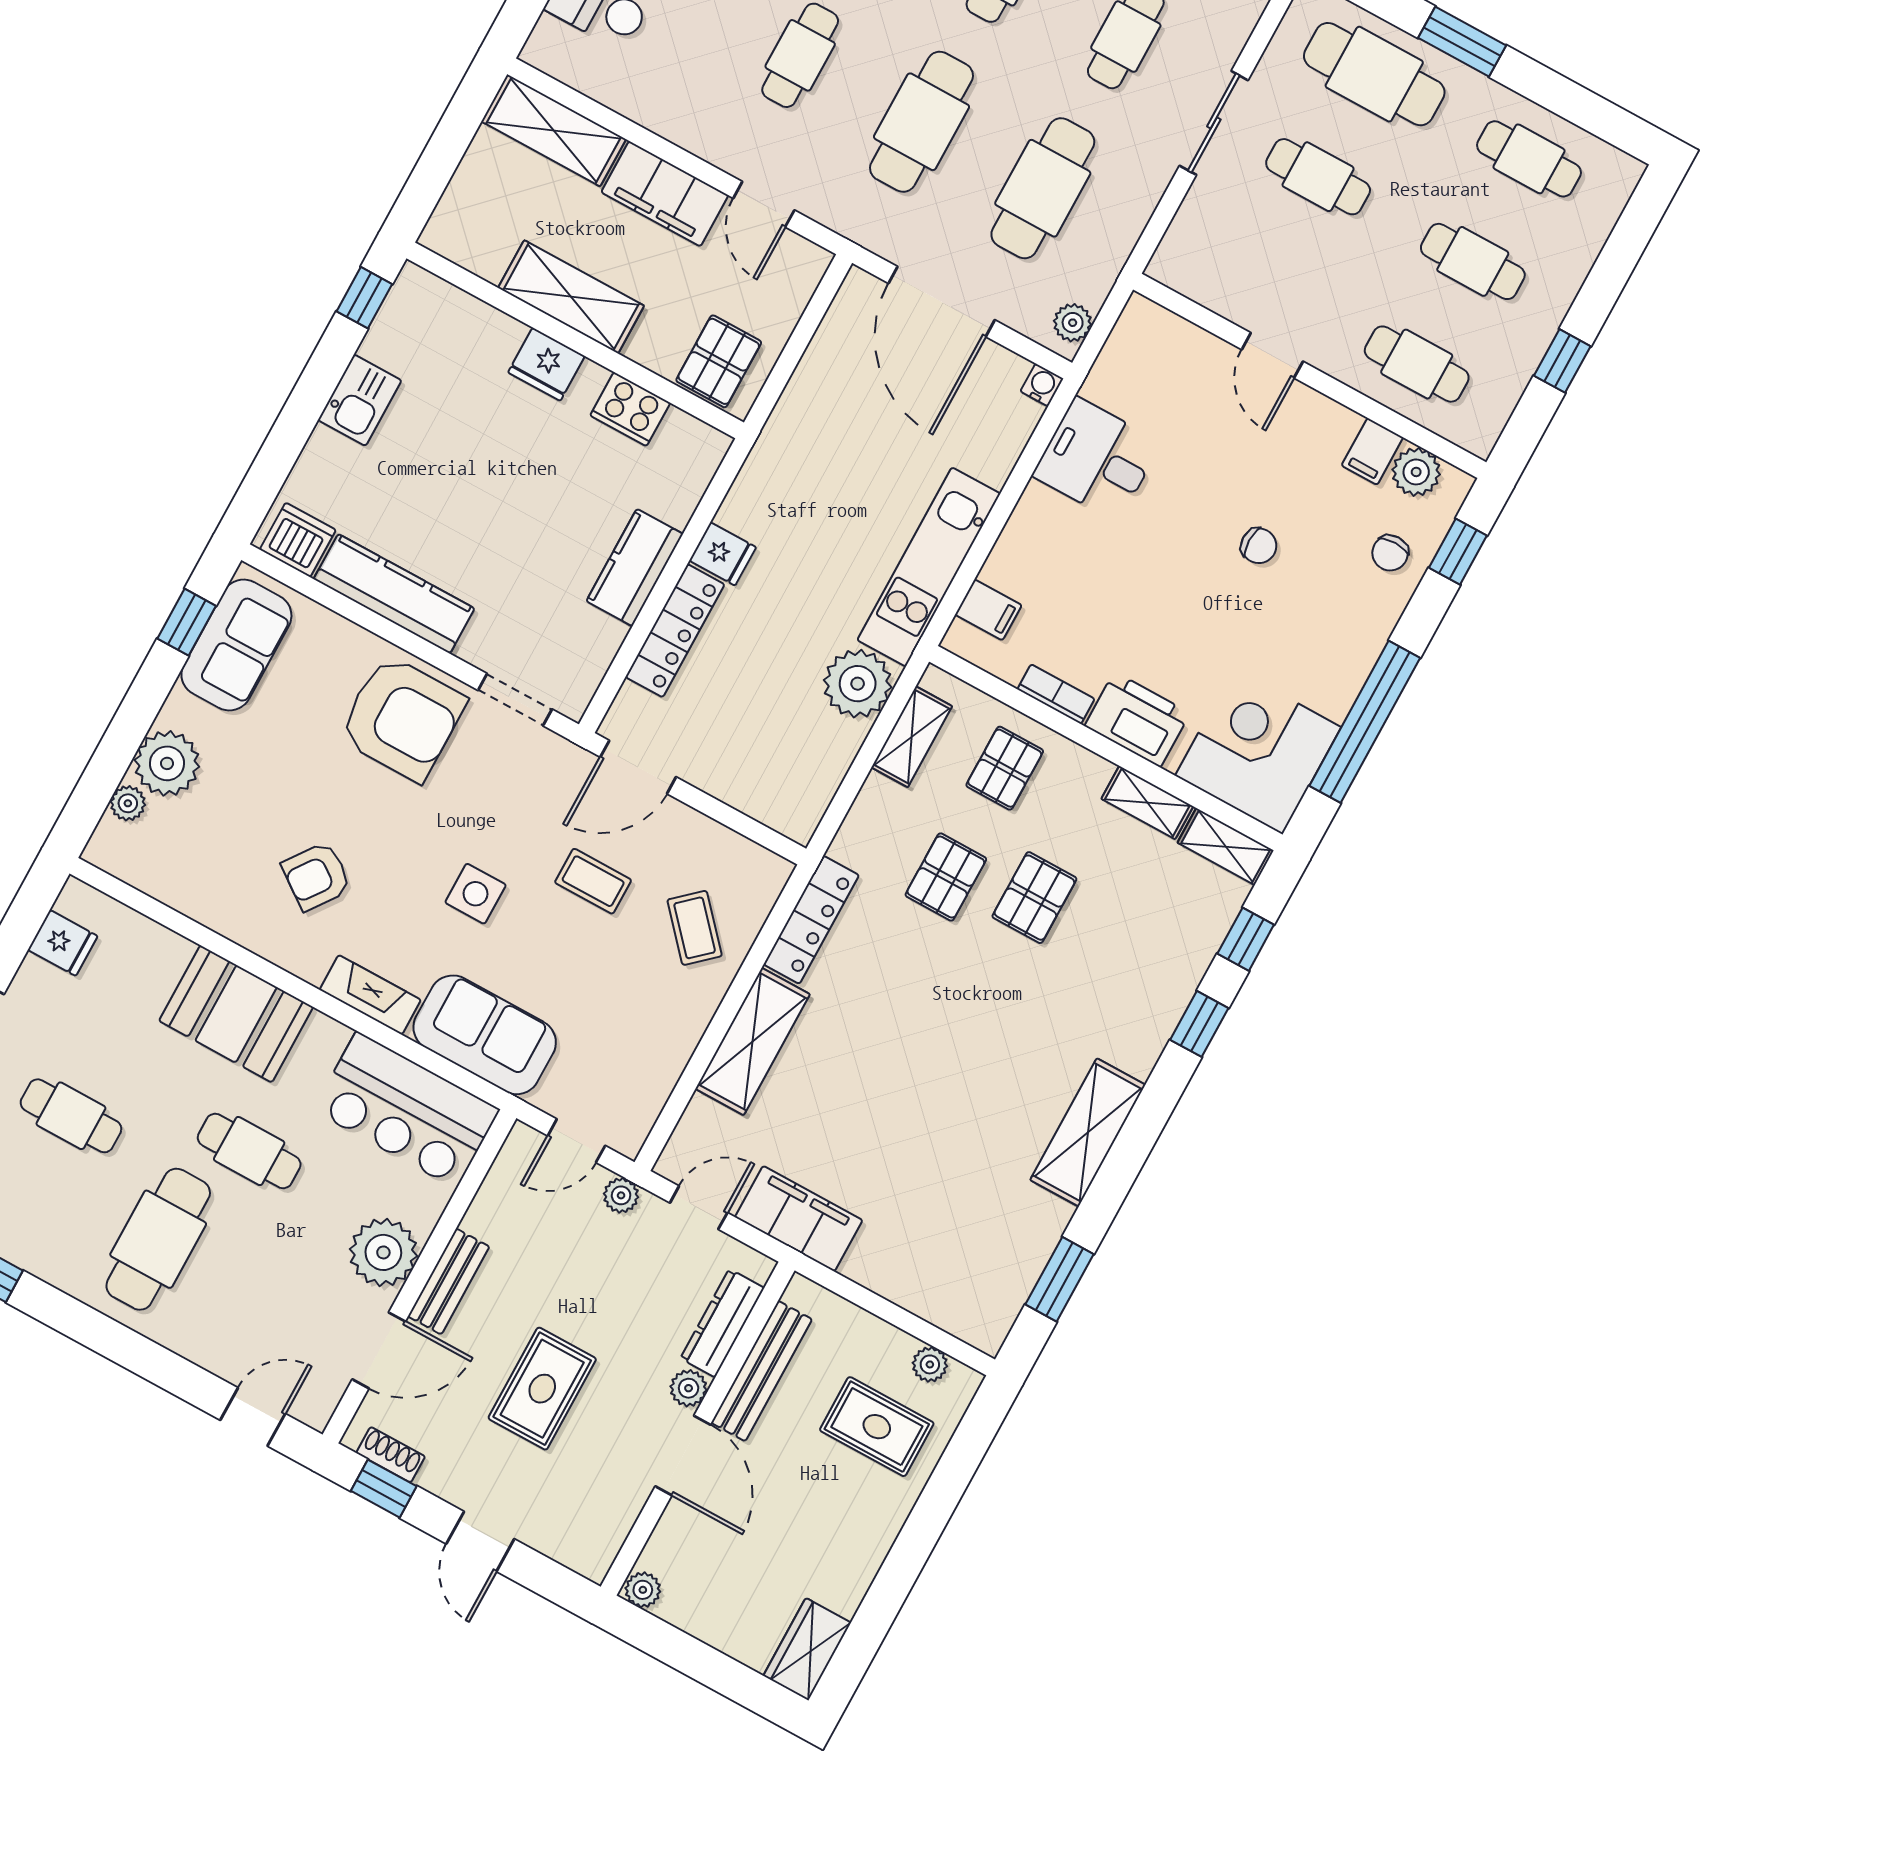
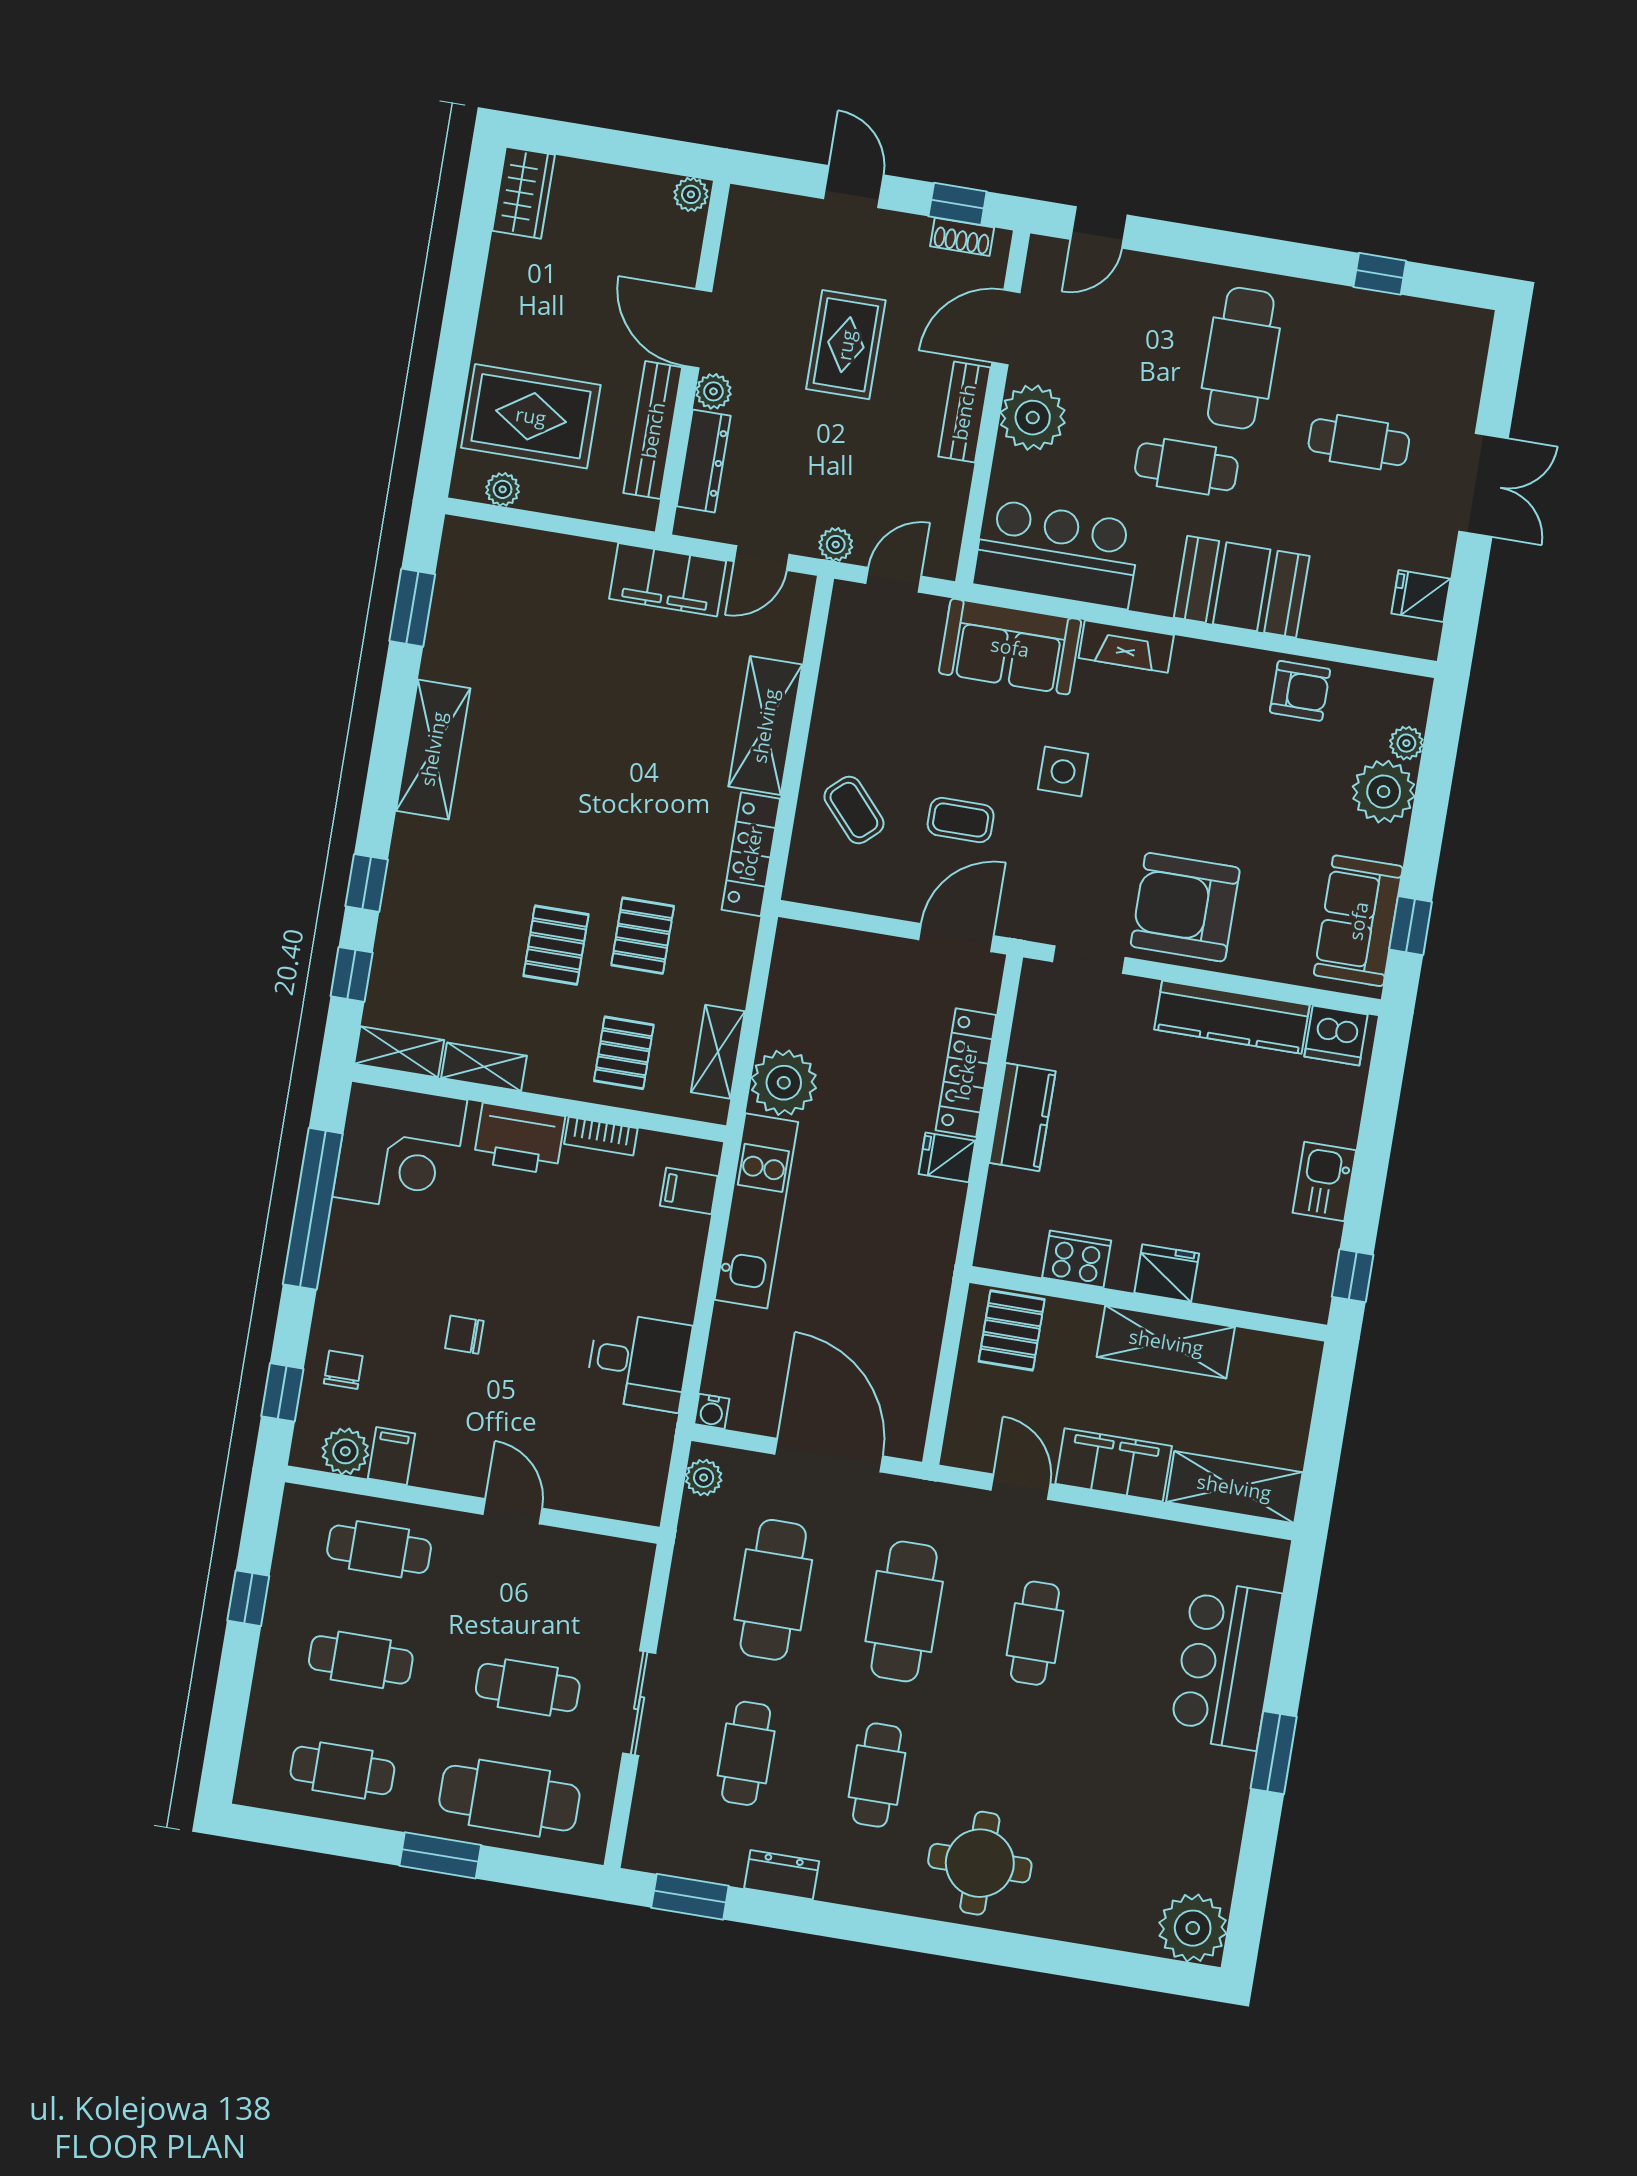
armchair: (317, 876) -> (1300, 691), moved, turned 54
rug: (877, 1427) -> (531, 416), width x1.36, depth x1.43

